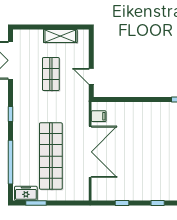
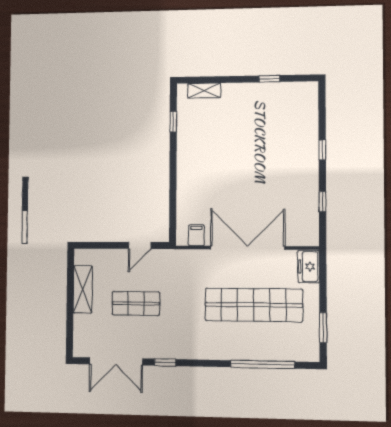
window: (10, 114) -> (165, 362), moved
freezer: (26, 193) -> (309, 267), moved

